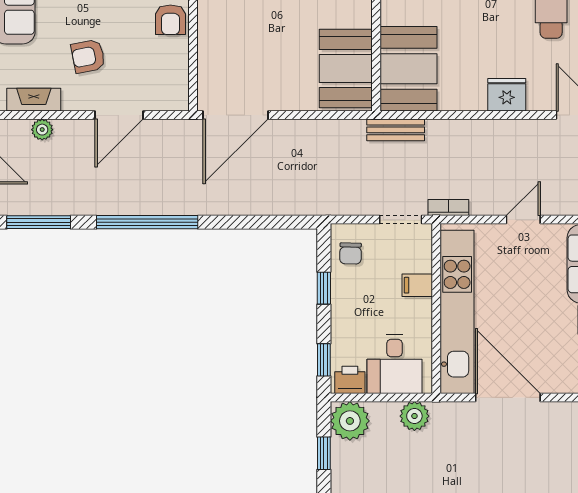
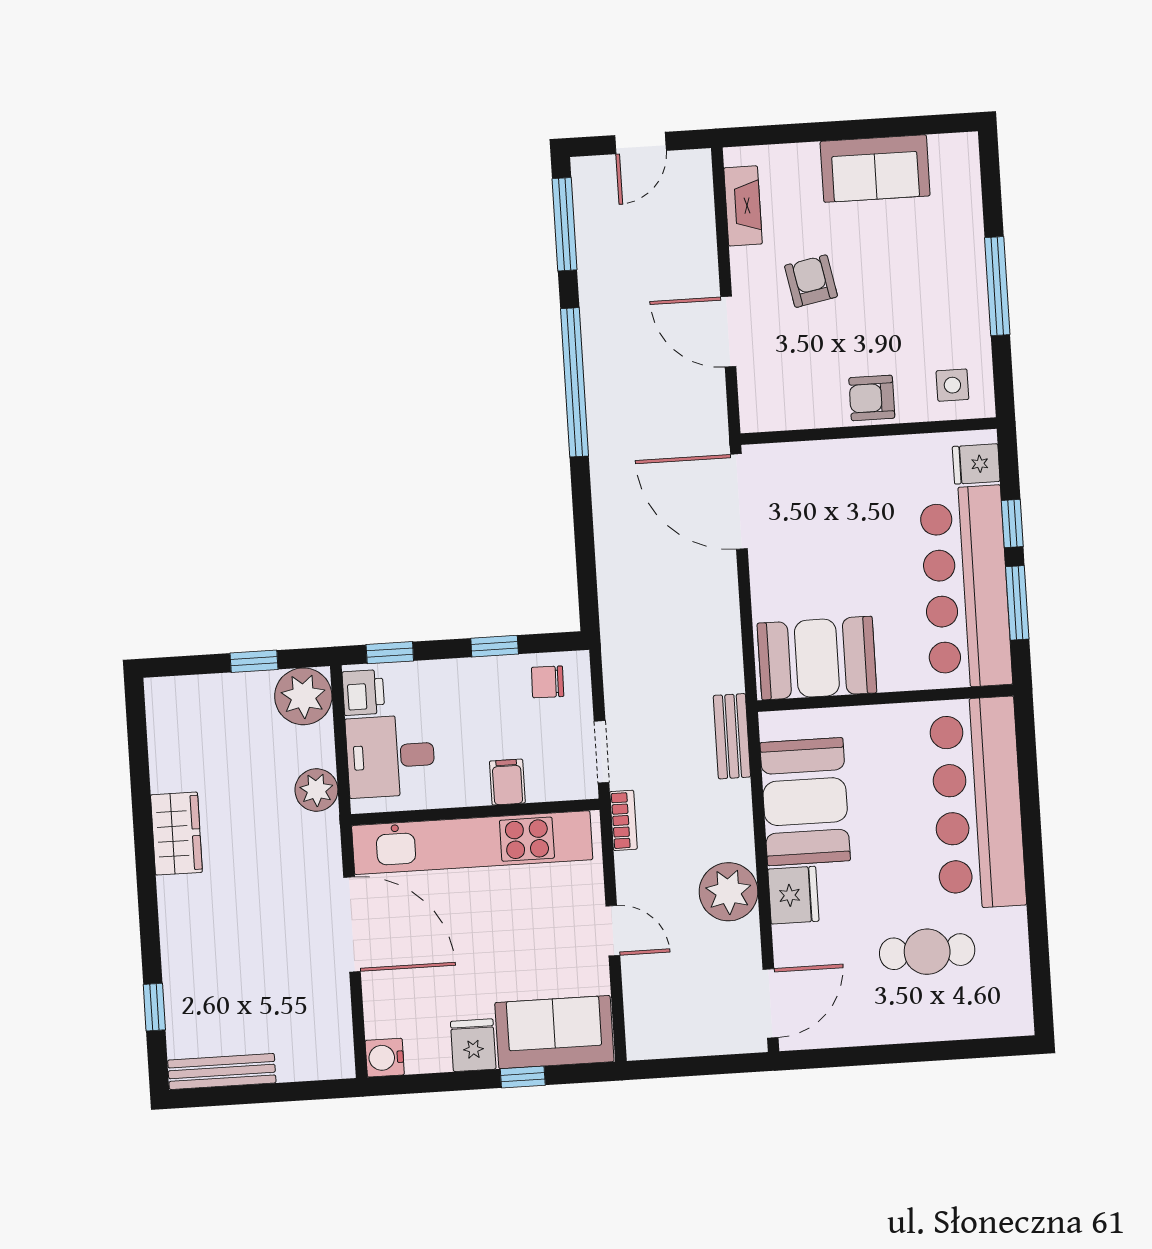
booth: (408, 69) -> (805, 802), moved, turned 90
plant: (42, 130) -> (728, 892), moved, width x1.88, depth x1.88
door: (508, 397) -> (352, 924), hinge flipped

